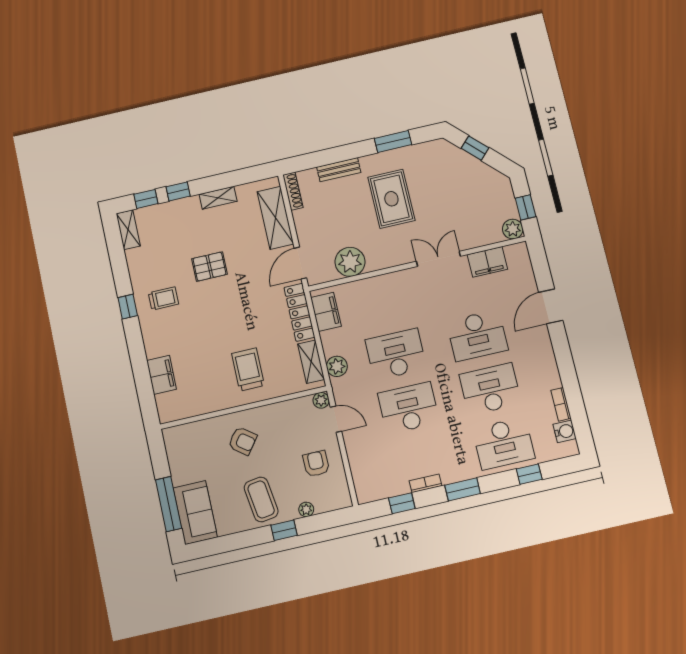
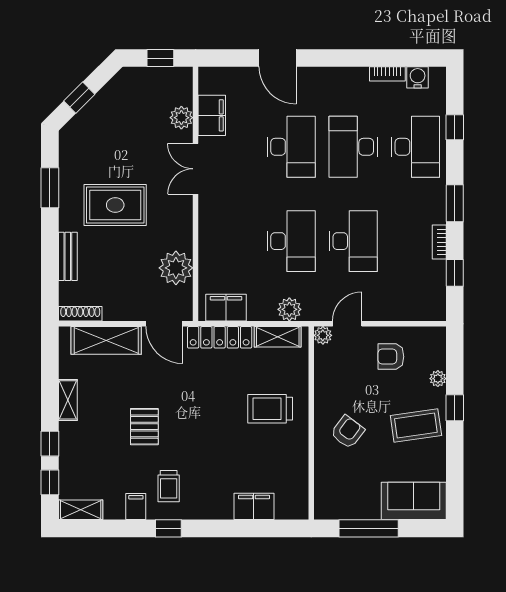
plant: (513, 229) -> (181, 118), moved
filing cabinet: (140, 275) -> (136, 506), added
trolley: (163, 299) -> (169, 486), turned 180
desk: (396, 354) -> (291, 241), turned 180
desk: (409, 408) -> (353, 241), turned 180
window: (169, 504) -> (369, 528), moved

